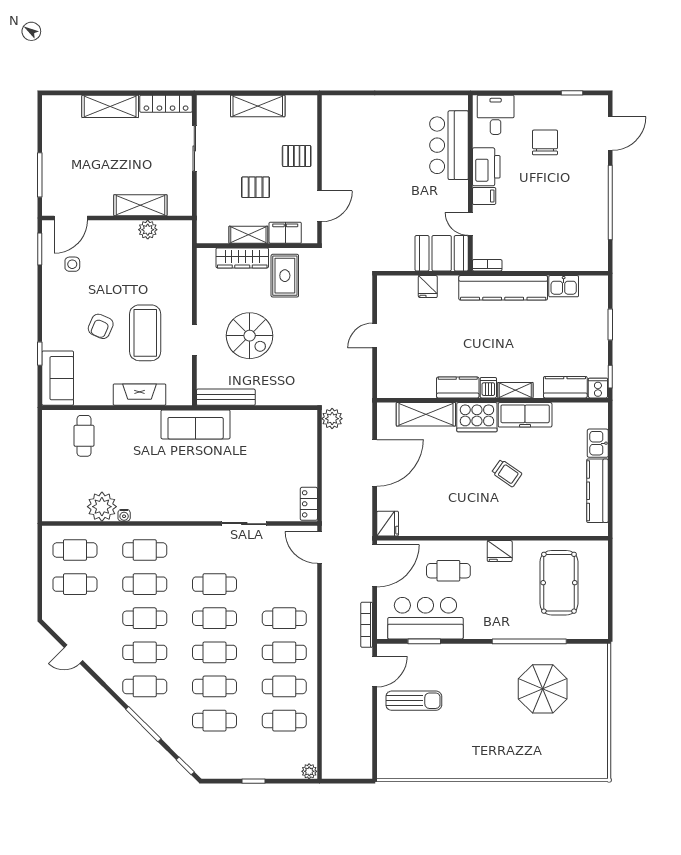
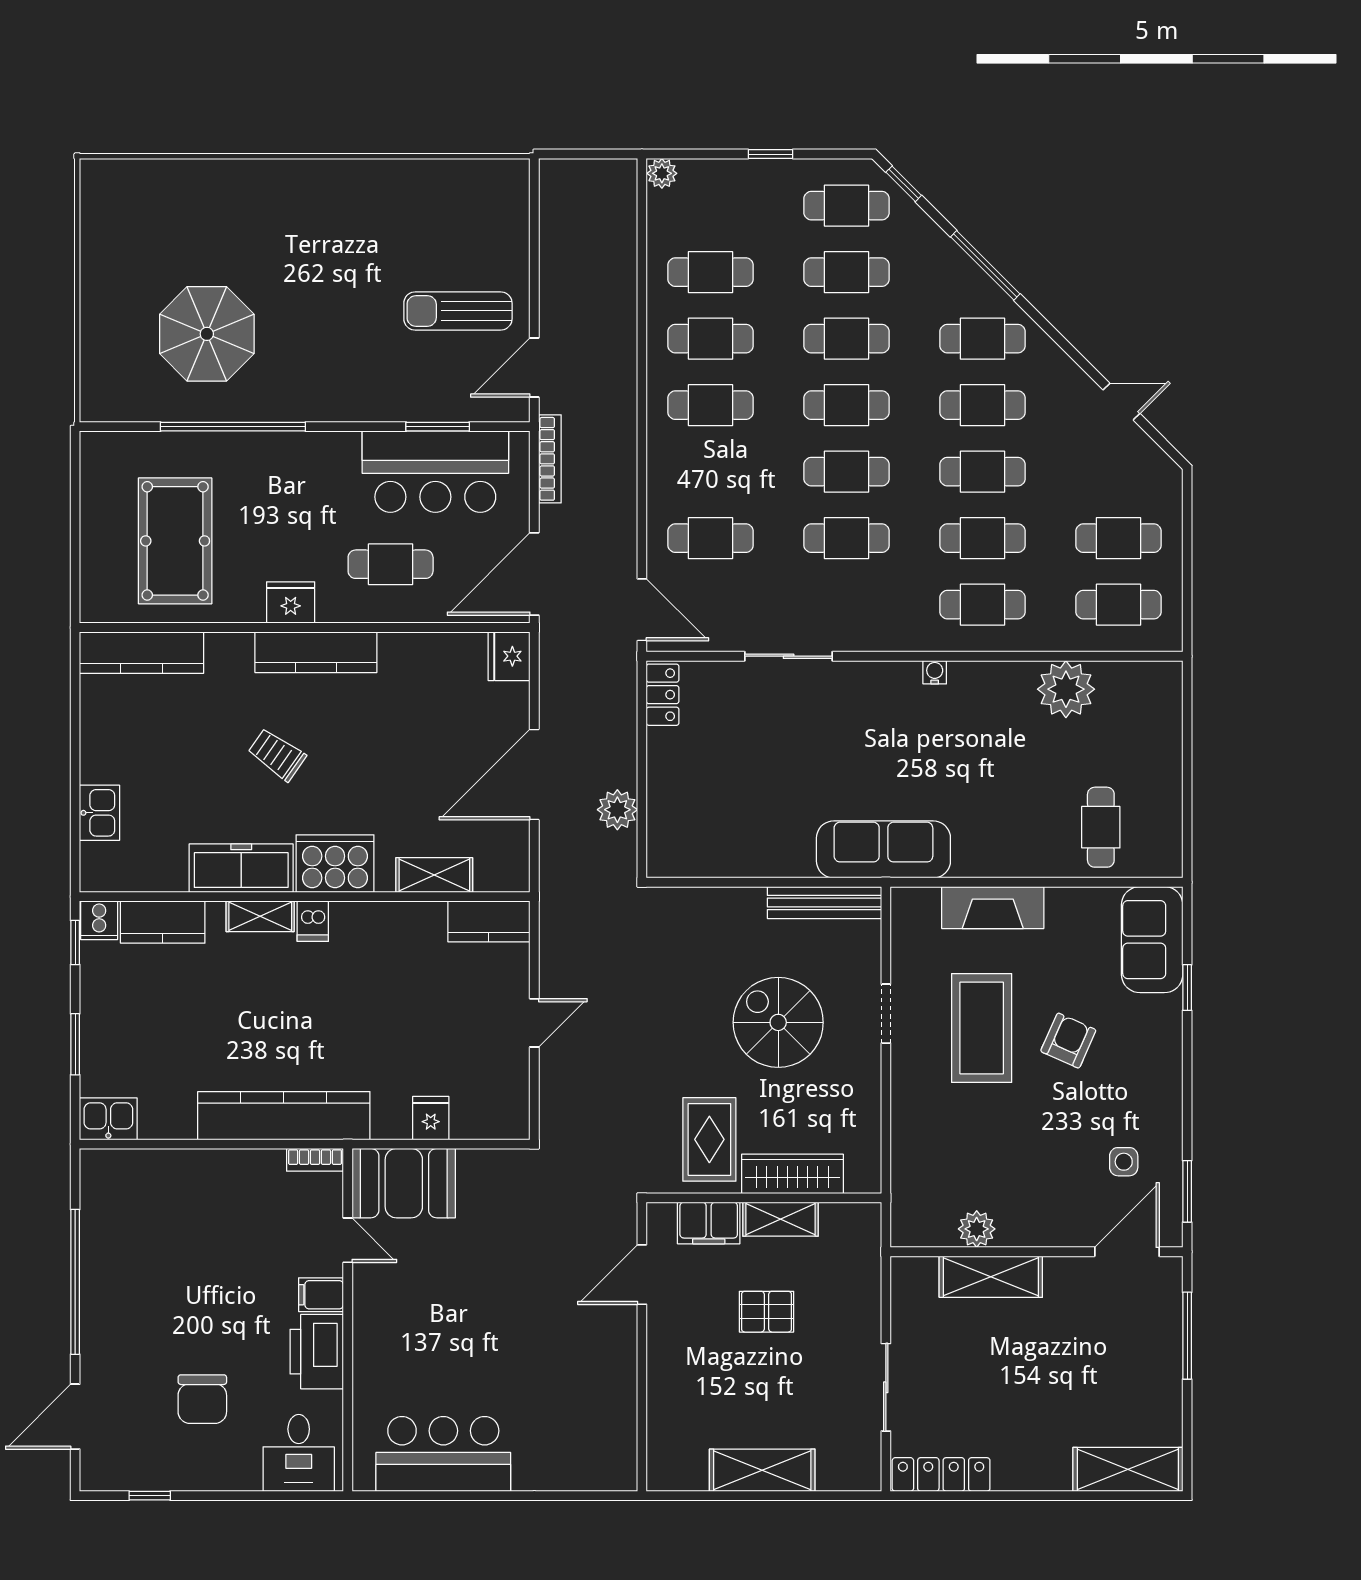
shelving: (110, 106) -> (1128, 1469), moved
bar counter: (449, 145) -> (443, 1454), moved, turned -90
pallet: (297, 156) -> (686, 1373), removed
kitchen sink: (564, 286) -> (108, 1119), moved
kitchen counter: (458, 387) -> (489, 921), moved
shelving: (426, 414) -> (434, 875), width x0.67, depth x0.75
plant: (332, 419) -> (617, 810), moved
kitchen counter: (597, 491) -> (142, 653), moved, turned 90
water cooler: (124, 515) -> (935, 672), moved
kitchen counter: (487, 526) -> (316, 652), added
cafe table: (284, 618) -> (711, 538), moved
cafe table: (214, 755) -> (847, 206), added

